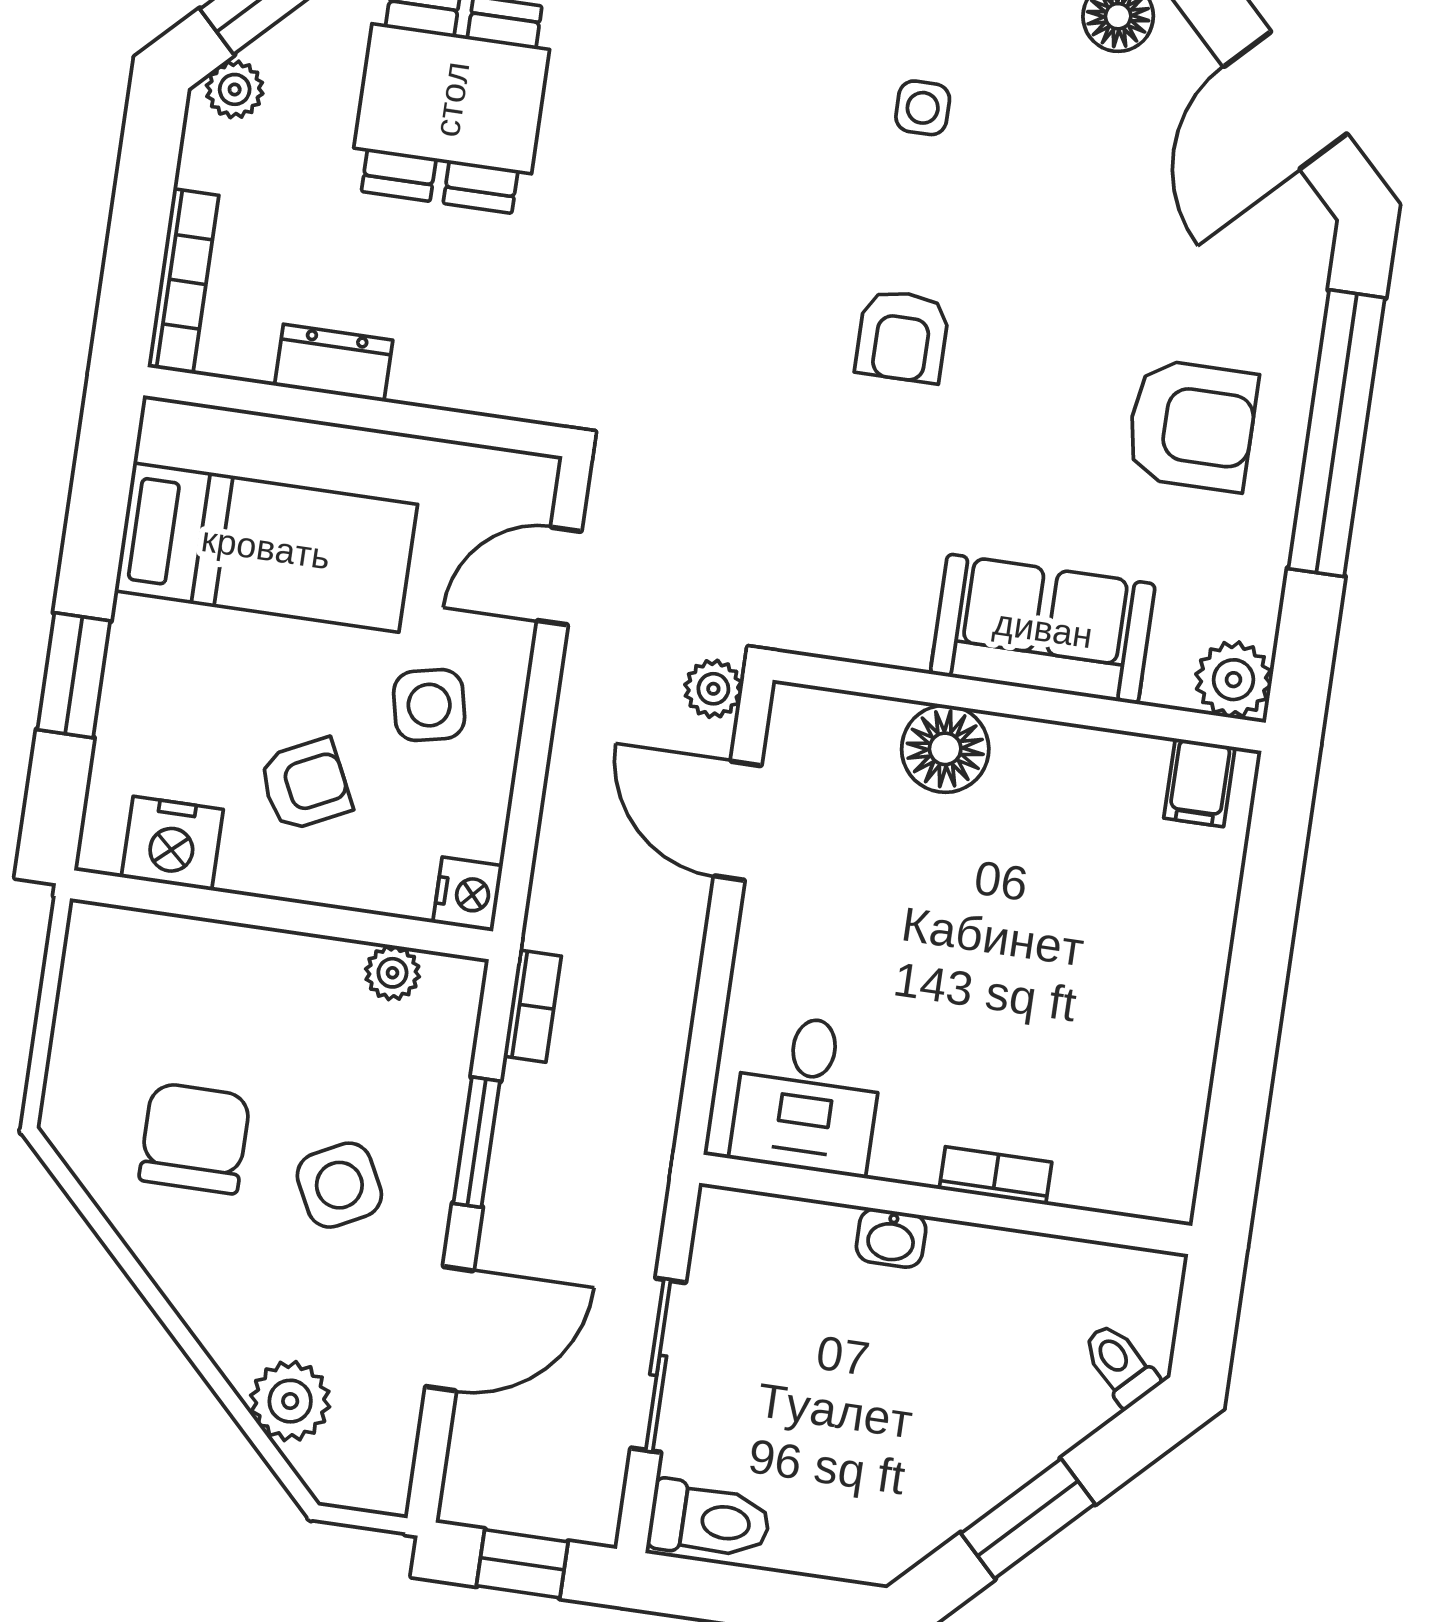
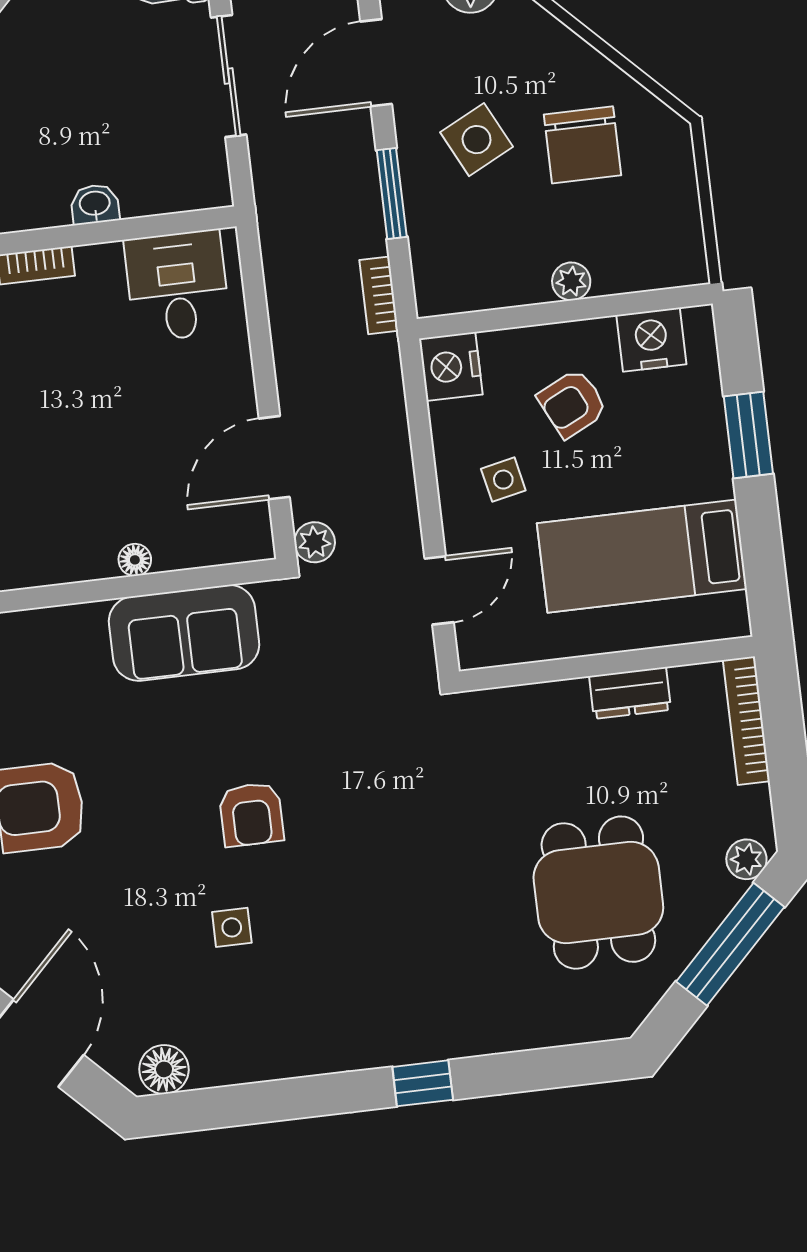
side table: (923, 108) -> (232, 927), moved
armchair: (902, 336) -> (251, 814), turned 180
sofa: (1043, 629) -> (184, 633), moved
side table: (429, 705) -> (503, 480), width x0.73, depth x0.73
floor lamp: (945, 749) -> (135, 560), width x0.53, depth x0.53
door: (738, 821) -> (274, 458), swing flipped
nightstand: (468, 894) -> (451, 367), width x1.36, depth x1.33
plant: (392, 973) -> (571, 281), moved

